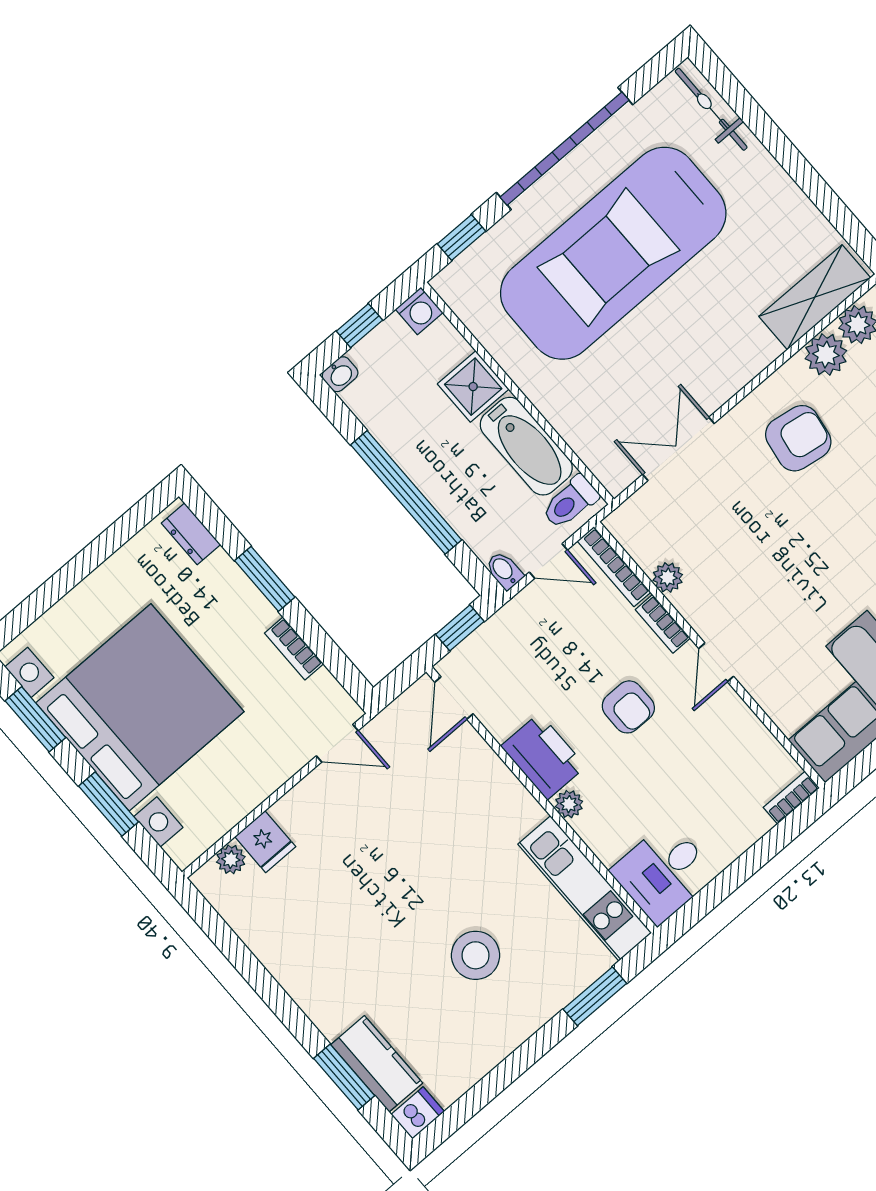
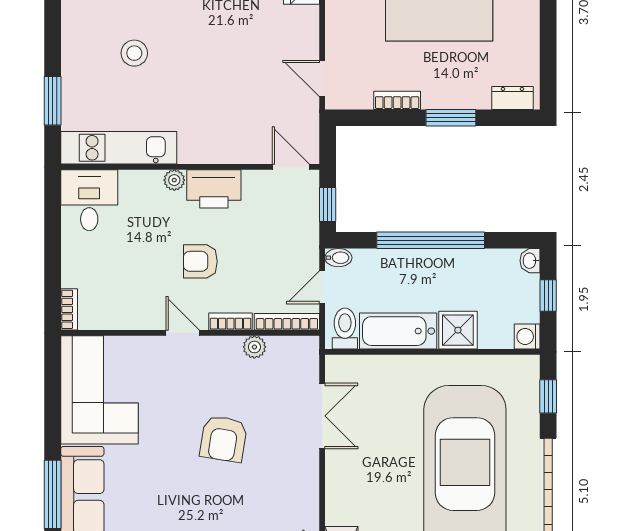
armchair: (798, 438) -> (224, 439), moved
door: (337, 743) -> (322, 79), hinge flipped
stool: (476, 955) -> (134, 53), width x0.73, depth x0.73

